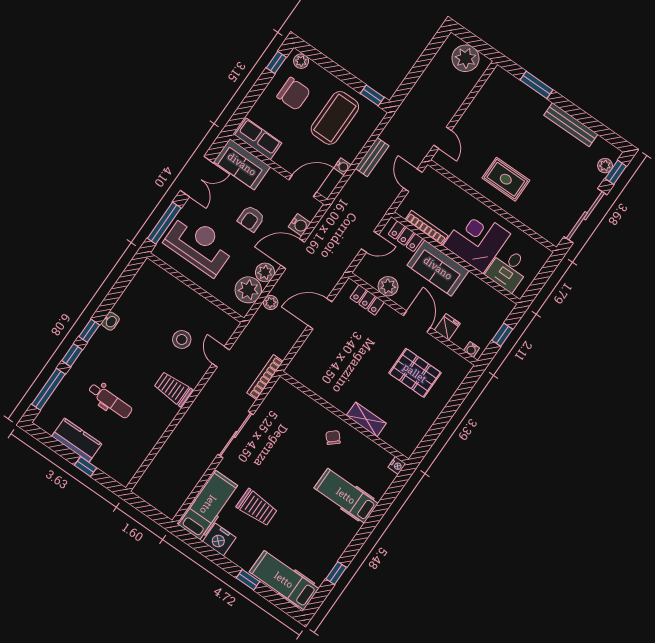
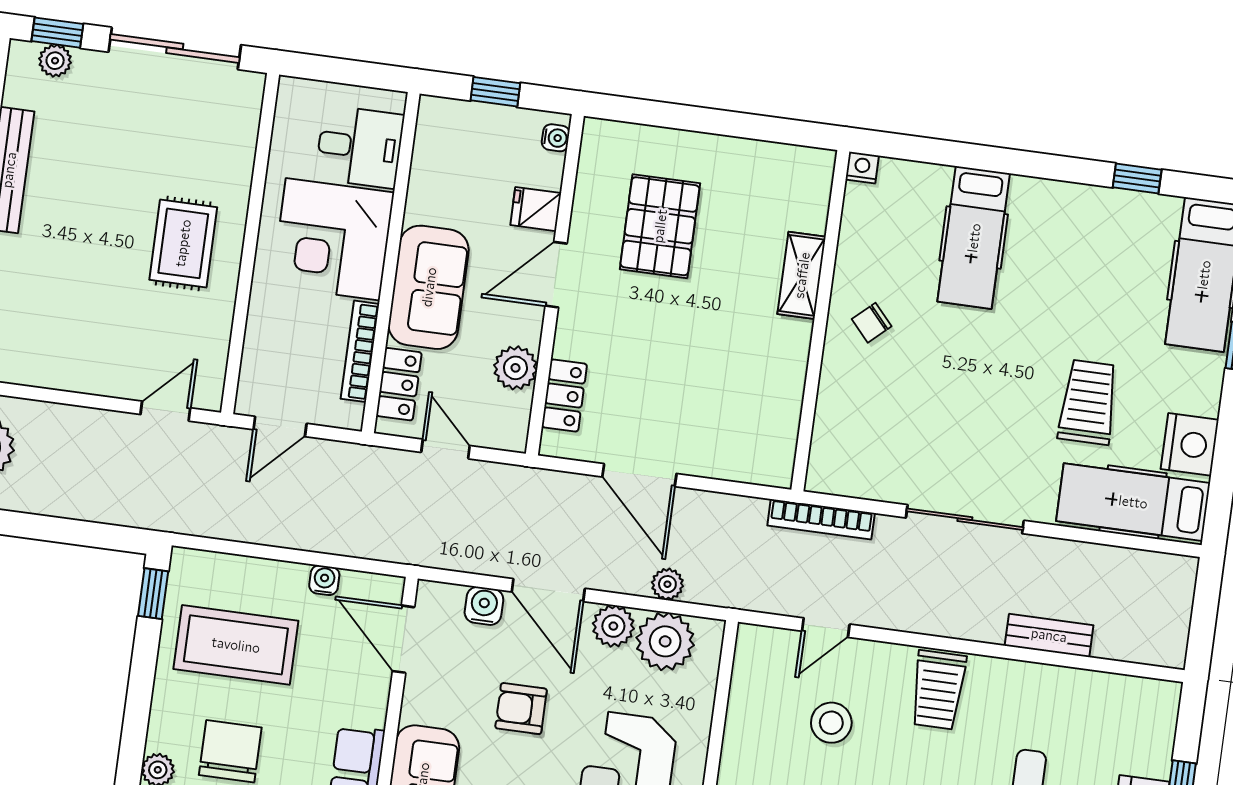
bench: (372, 157) -> (1049, 635), moved
armchair: (251, 219) -> (521, 709), turned 180

